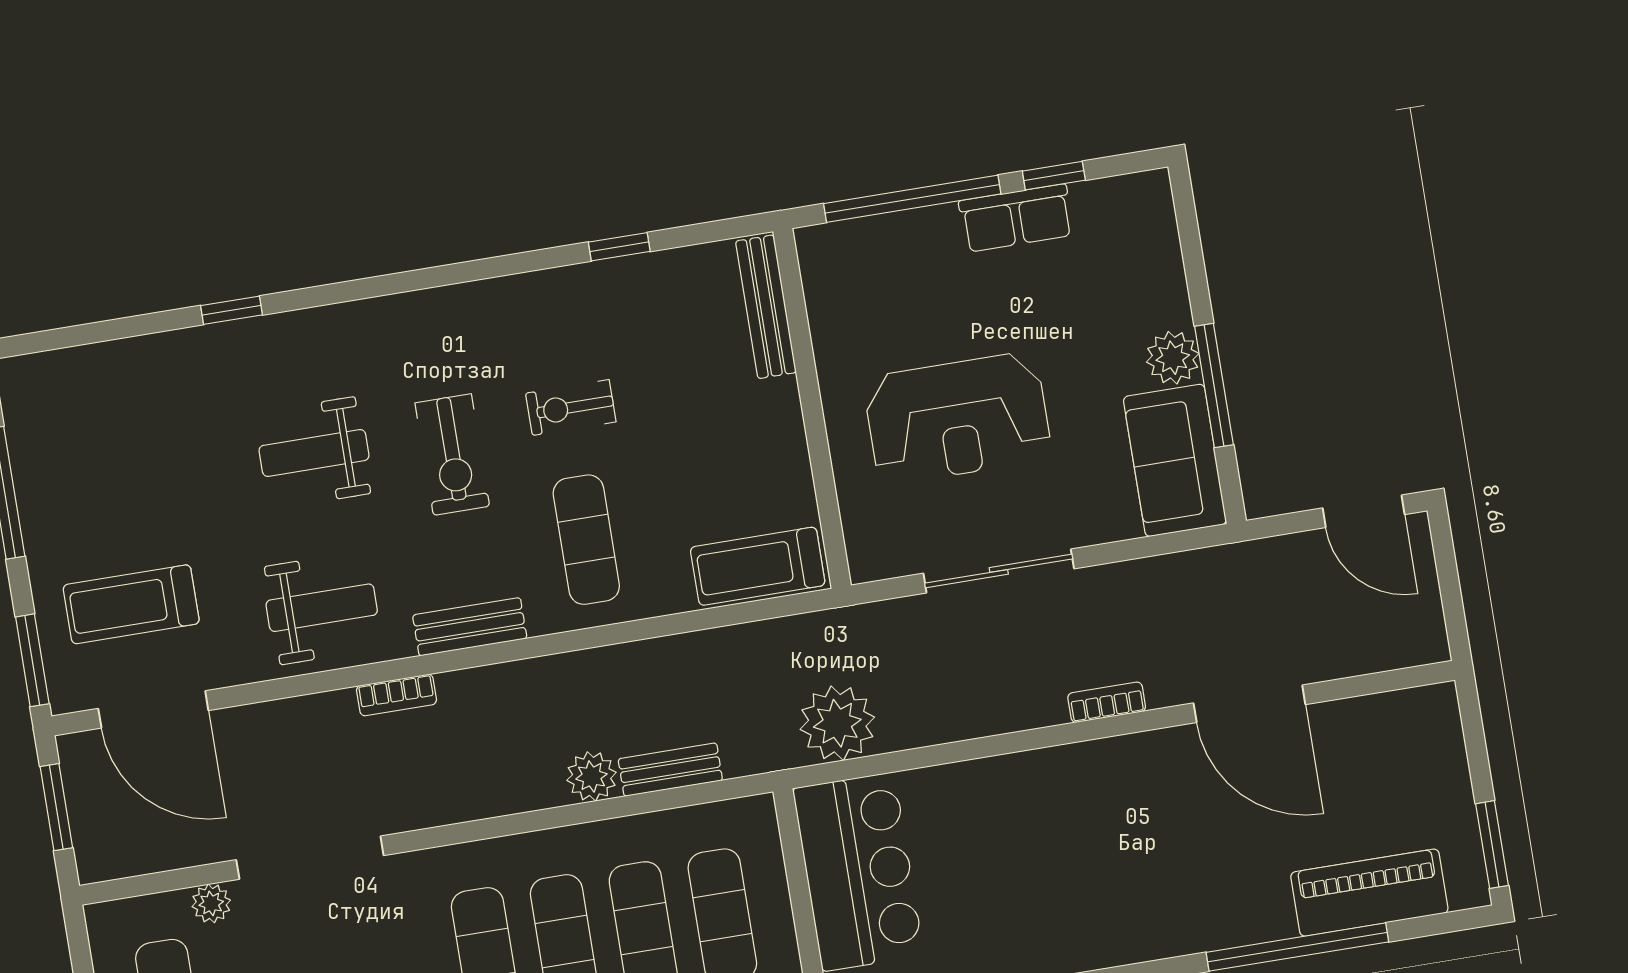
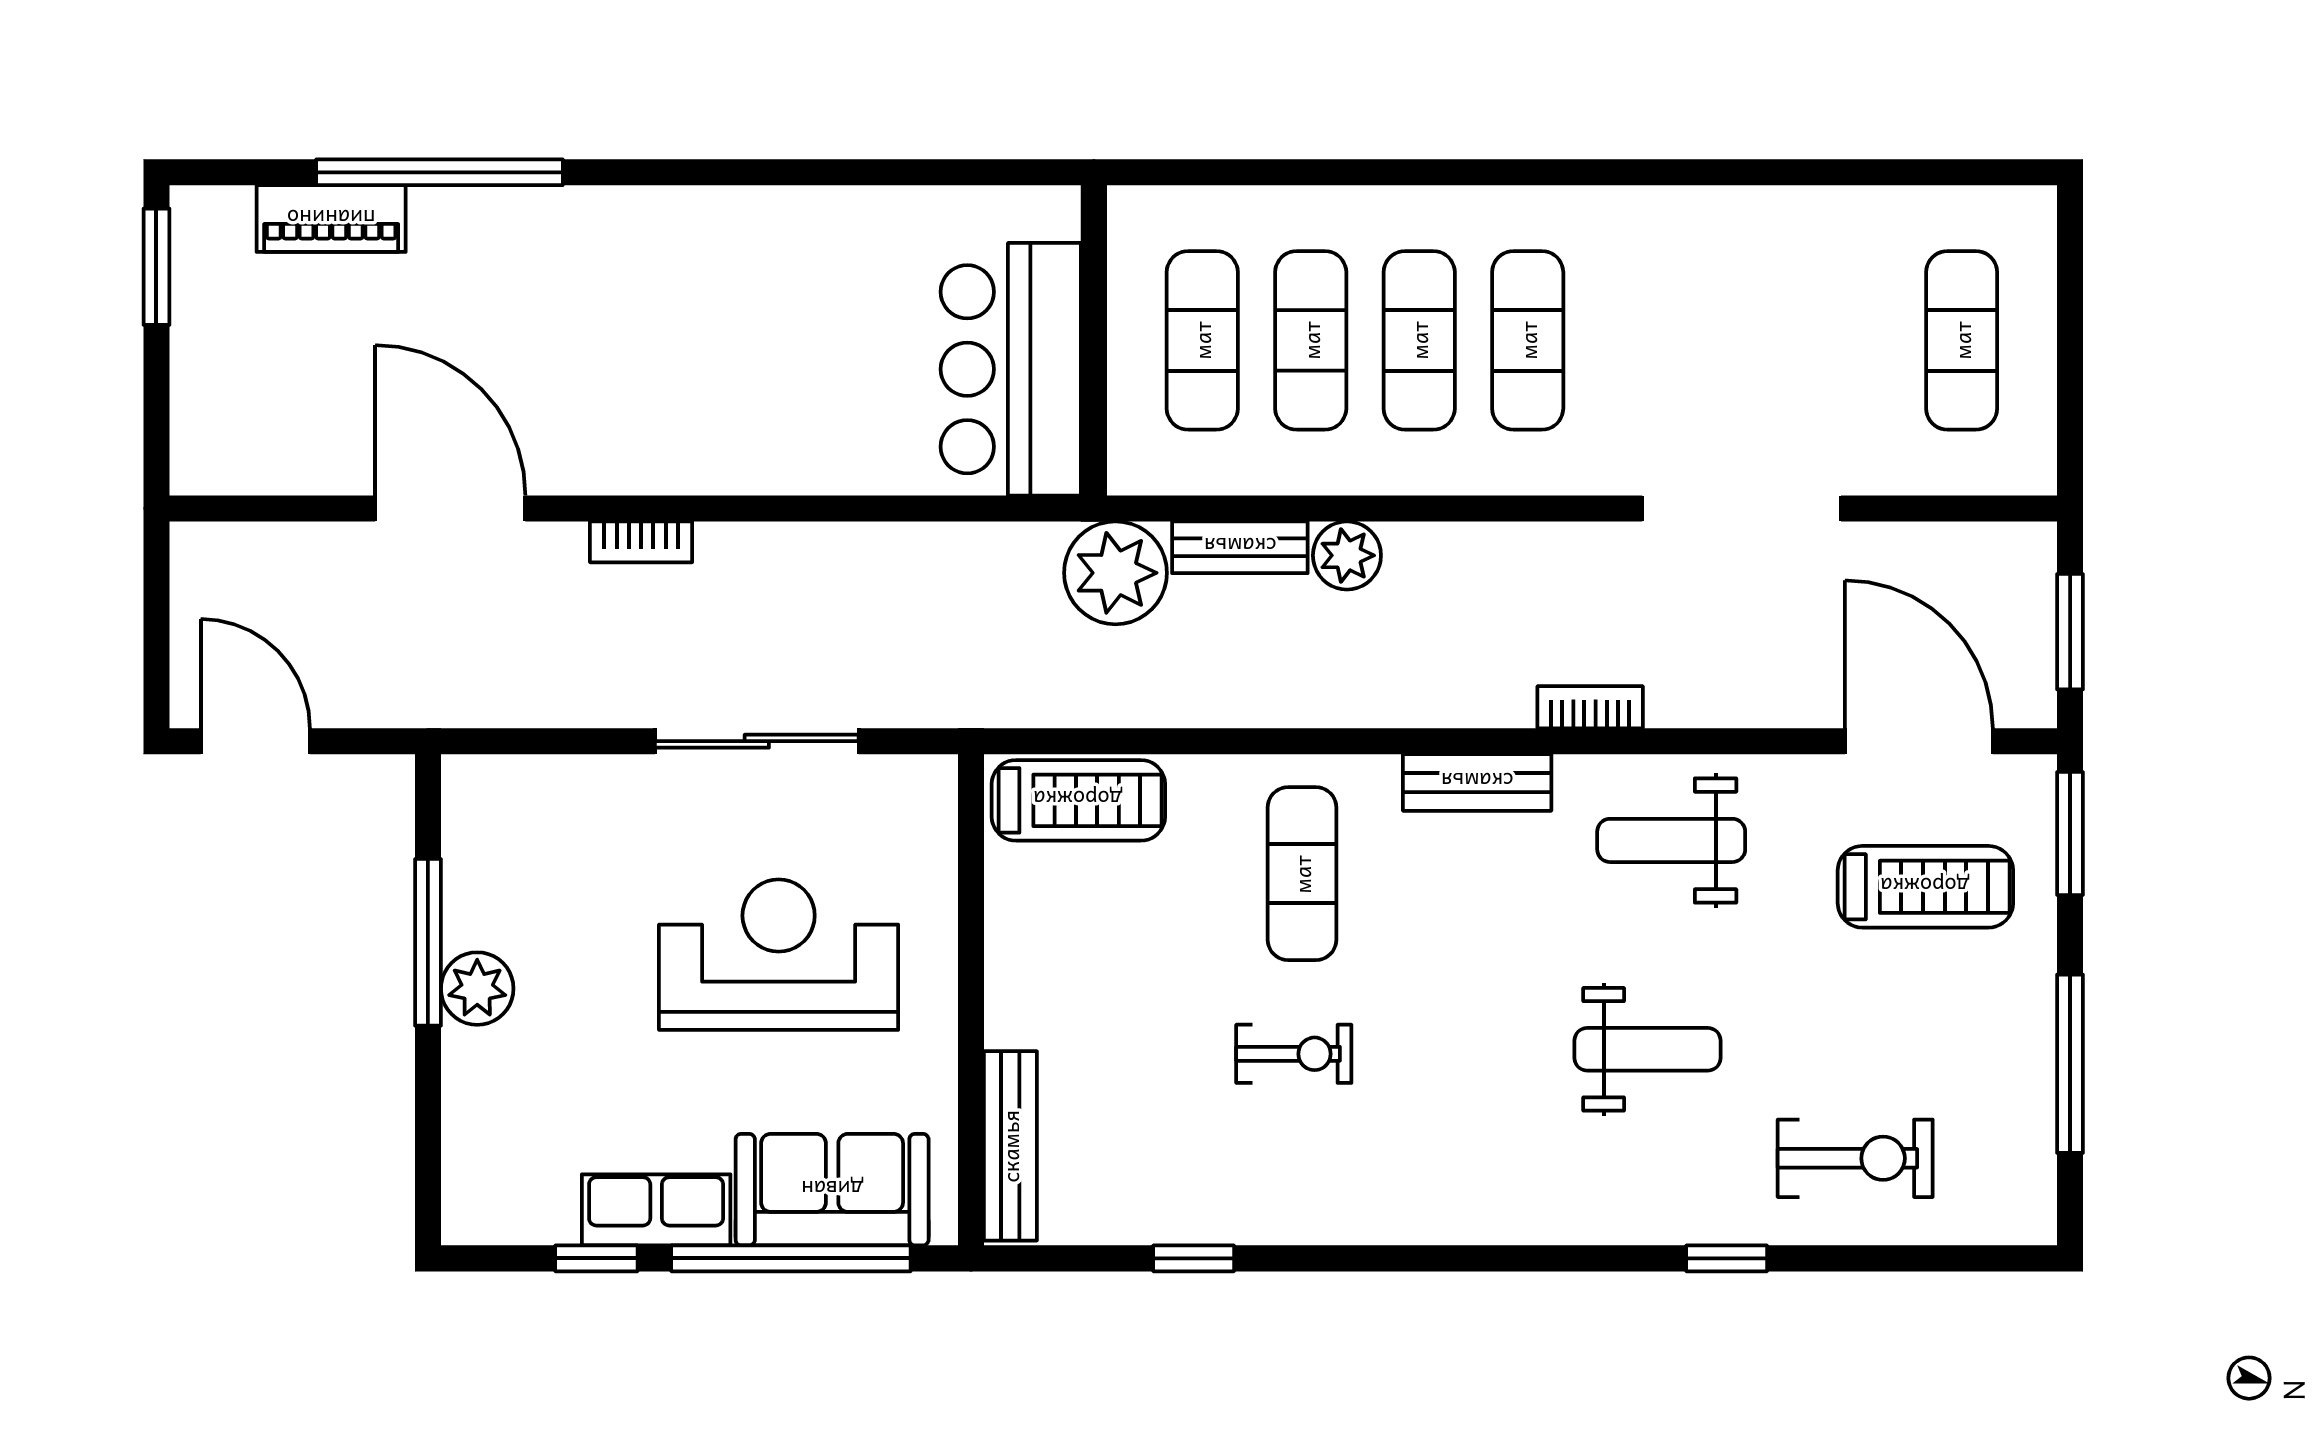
exercise bike: (452, 455) -> (1855, 1158), moved, turned 90
sofa: (1175, 460) -> (832, 1190), moved, turned -90
plant: (837, 723) -> (1115, 573), moved
piano: (1369, 893) -> (331, 219), width x0.73, depth x0.75
plant: (211, 903) -> (1884, 469), removed

